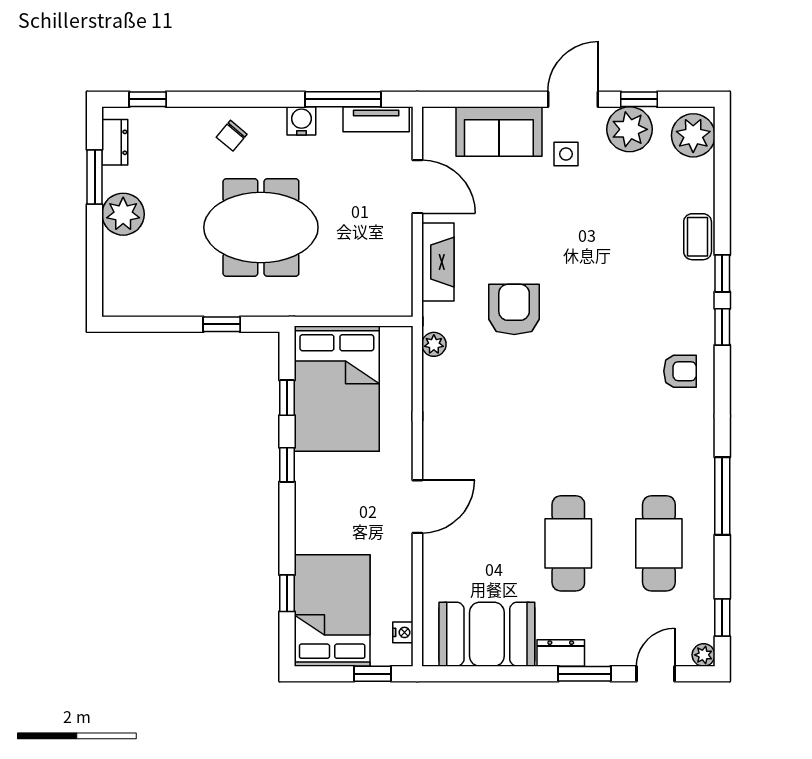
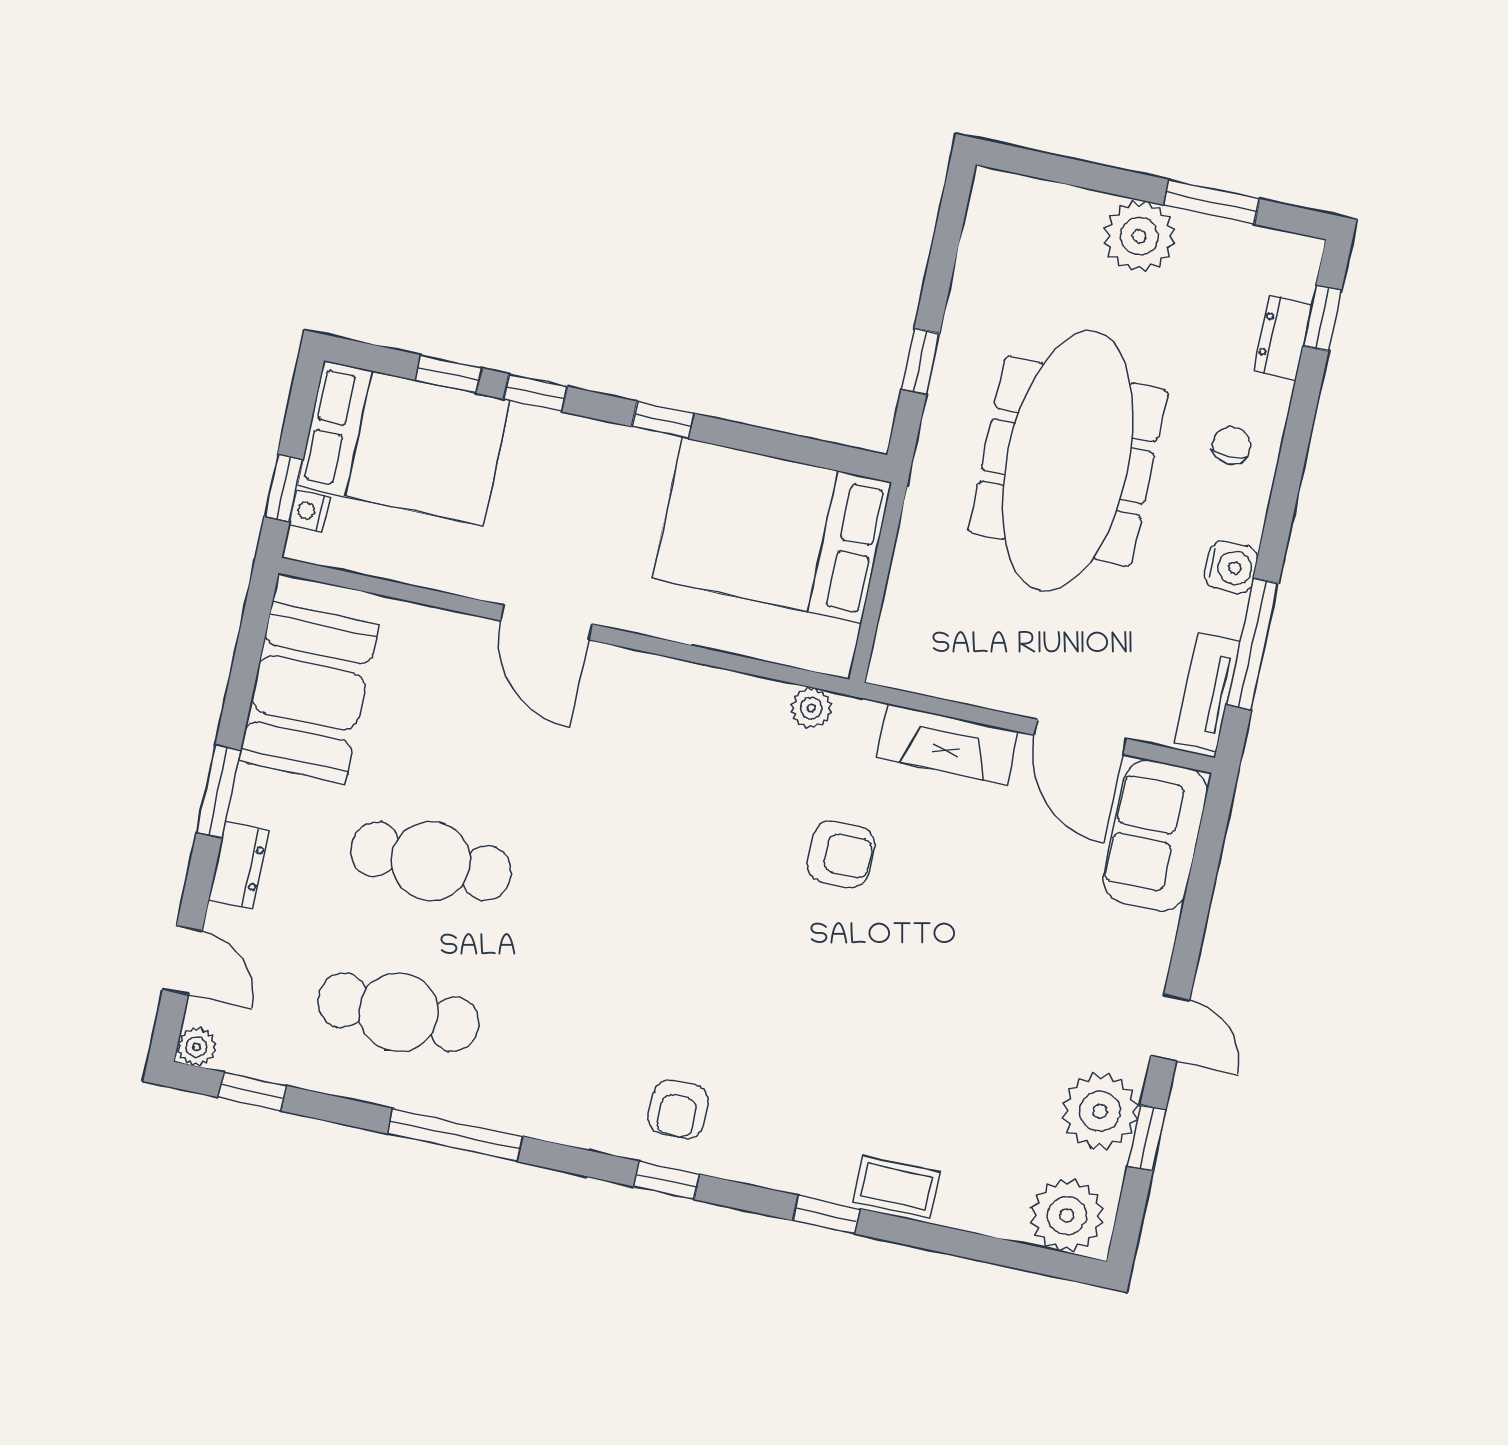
door: (573, 99) -> (1170, 1028), width x0.73
sofa: (499, 131) -> (1155, 836), moved
chair: (232, 136) -> (1231, 445), turned 50
dresser: (115, 142) -> (1283, 337), moved, turned 90
side table: (566, 154) -> (1081, 997), removed
door: (417, 187) -> (1080, 737), hinge flipped
meeting table: (261, 227) -> (1068, 461), width x1.36
armchair: (514, 309) -> (841, 854), width x0.72, depth x0.72
window: (722, 327) -> (667, 1180), moved
window: (287, 398) -> (535, 393), moved
nightstand: (403, 632) -> (309, 511), moved, turned 90
dresser: (561, 653) -> (239, 865), moved
window: (585, 674) -> (219, 791), moved

